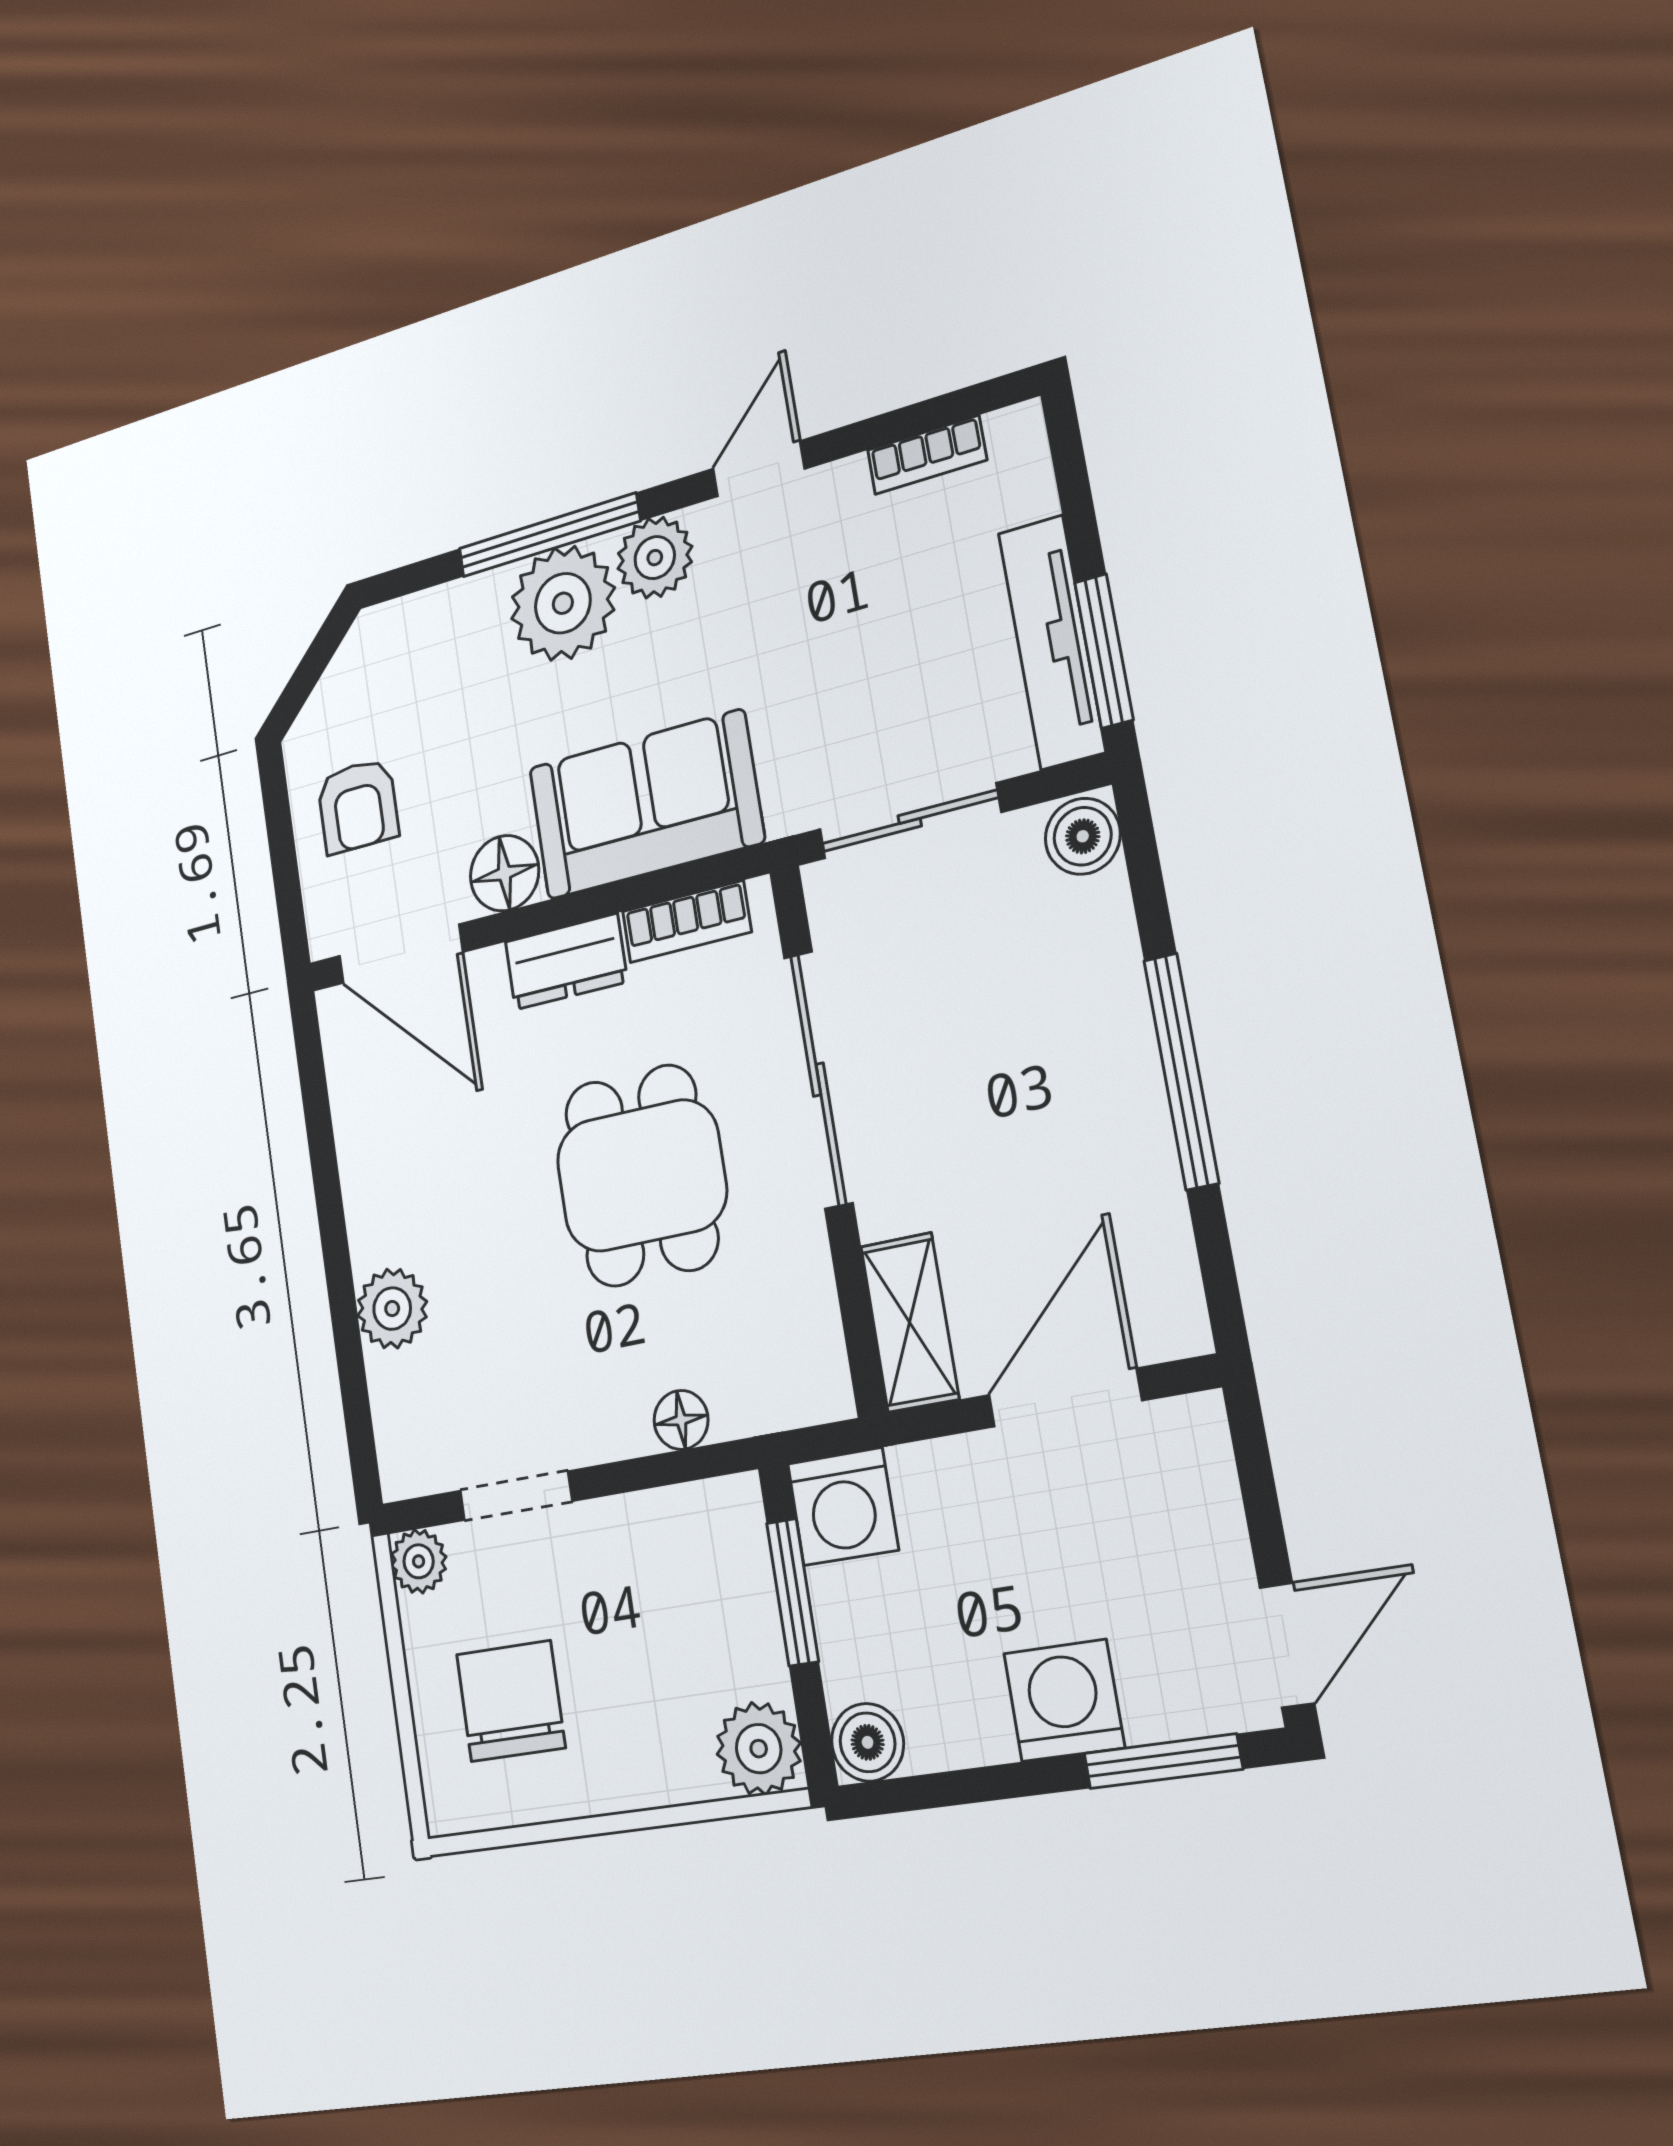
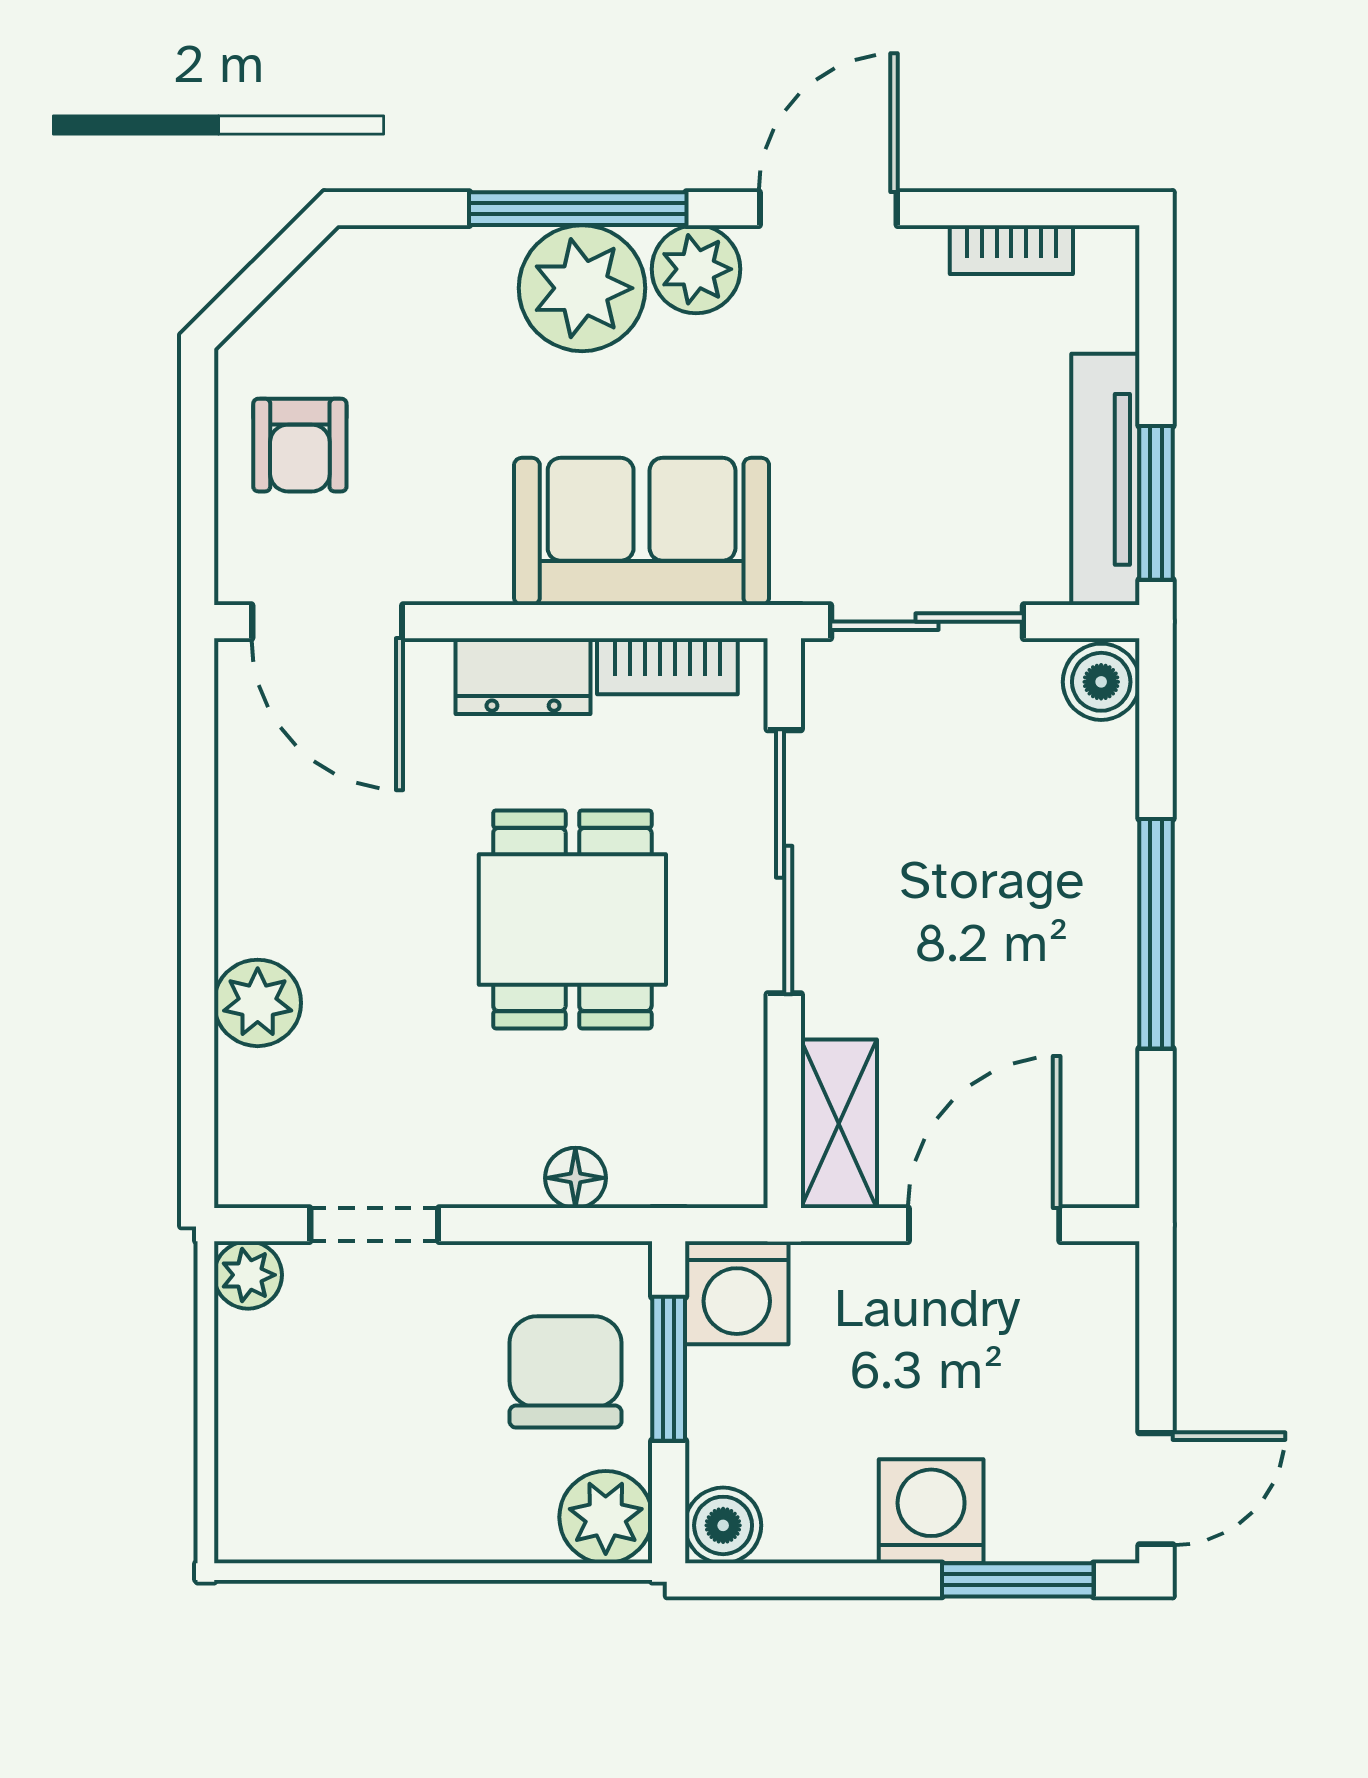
door: (759, 469) -> (828, 209), width x1.38
floor lamp: (505, 873) -> (466, 564), removed
chair: (511, 1701) -> (565, 1372), moved

